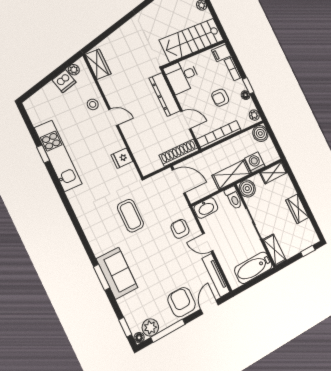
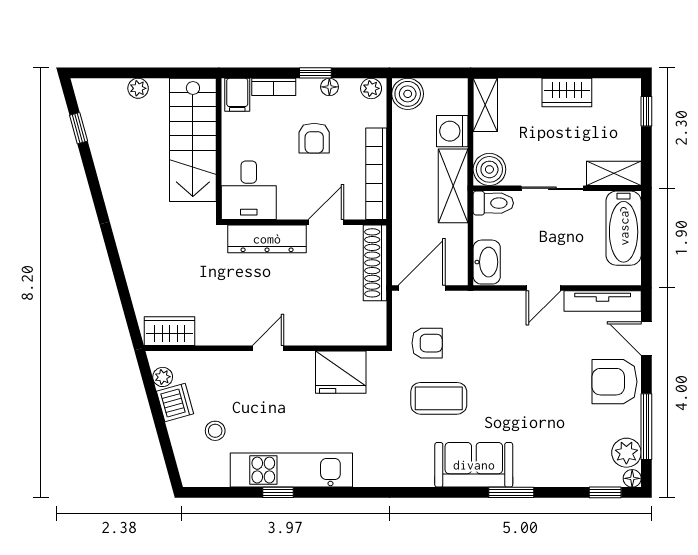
stool: (93, 104) -> (215, 431), moved
fridge: (122, 158) -> (341, 372), width x1.88, depth x1.34
armchair: (180, 229) -> (427, 343), moved, turned 180
sofa: (117, 273) -> (474, 465), moved

